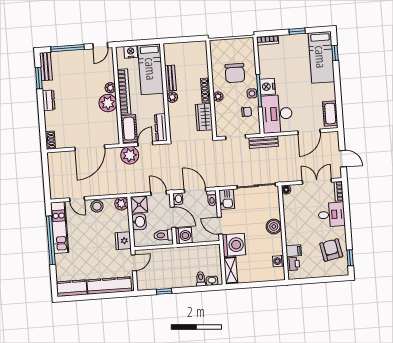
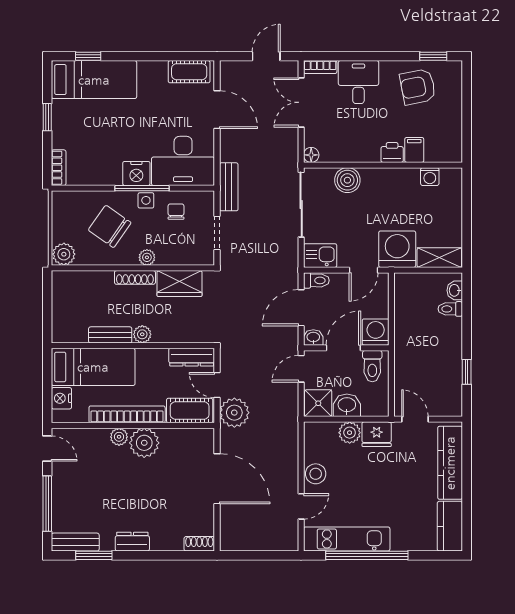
plant: (216, 47) -> (64, 254), added
chair: (235, 73) -> (110, 226), turned -145
plant: (121, 204) -> (350, 433), moved
boiler: (274, 226) -> (347, 180), moved
printer: (293, 264) -> (392, 152), moved

